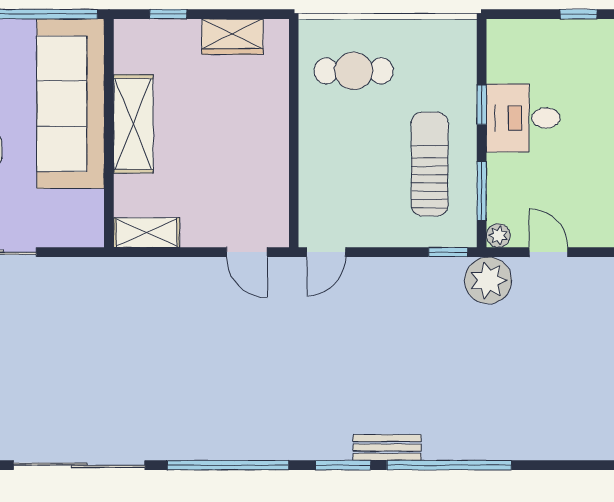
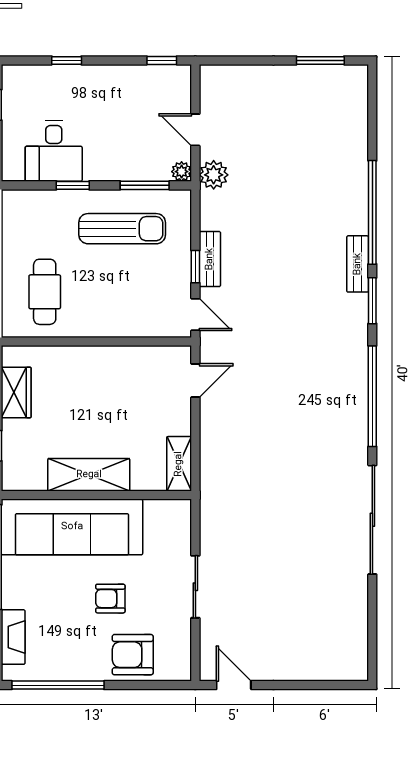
desk: (523, 118) -> (54, 151), moved
sun lounger: (430, 164) -> (122, 229), turned 180
window: (448, 252) -> (195, 267), moved
door: (549, 252) -> (195, 130), hinge flipped
bench: (393, 270) -> (210, 259), added
plant: (488, 280) -> (214, 175), width x0.73, depth x0.73

